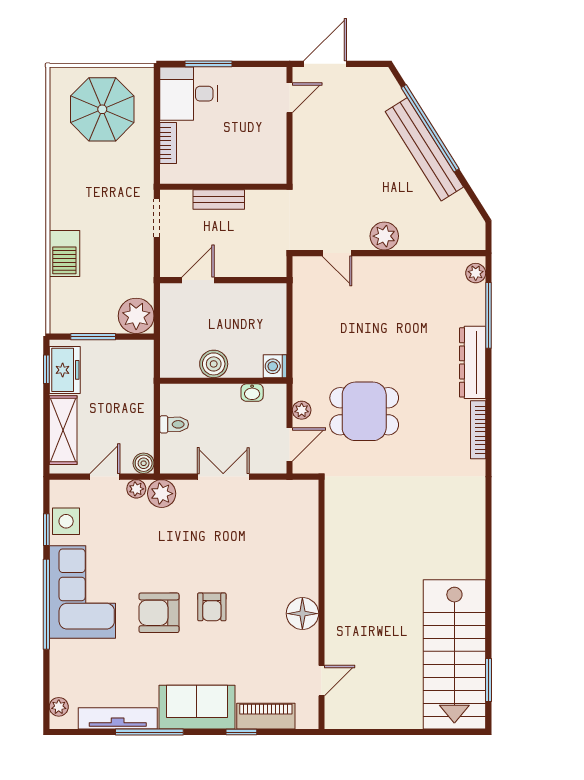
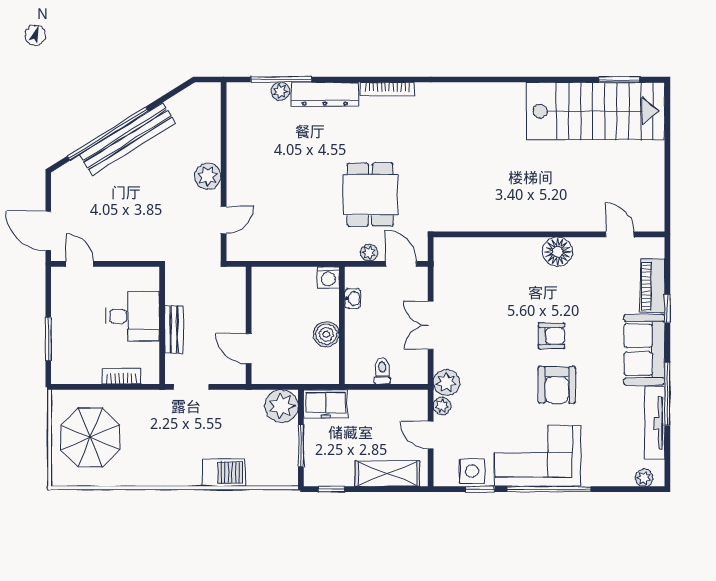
desk: (189, 94) -> (133, 316), moved, turned -90
plant: (476, 273) -> (280, 91), moved
freezer: (65, 370) -> (326, 404), moved, turned 180
boiler: (144, 463) -> (418, 399), removed

